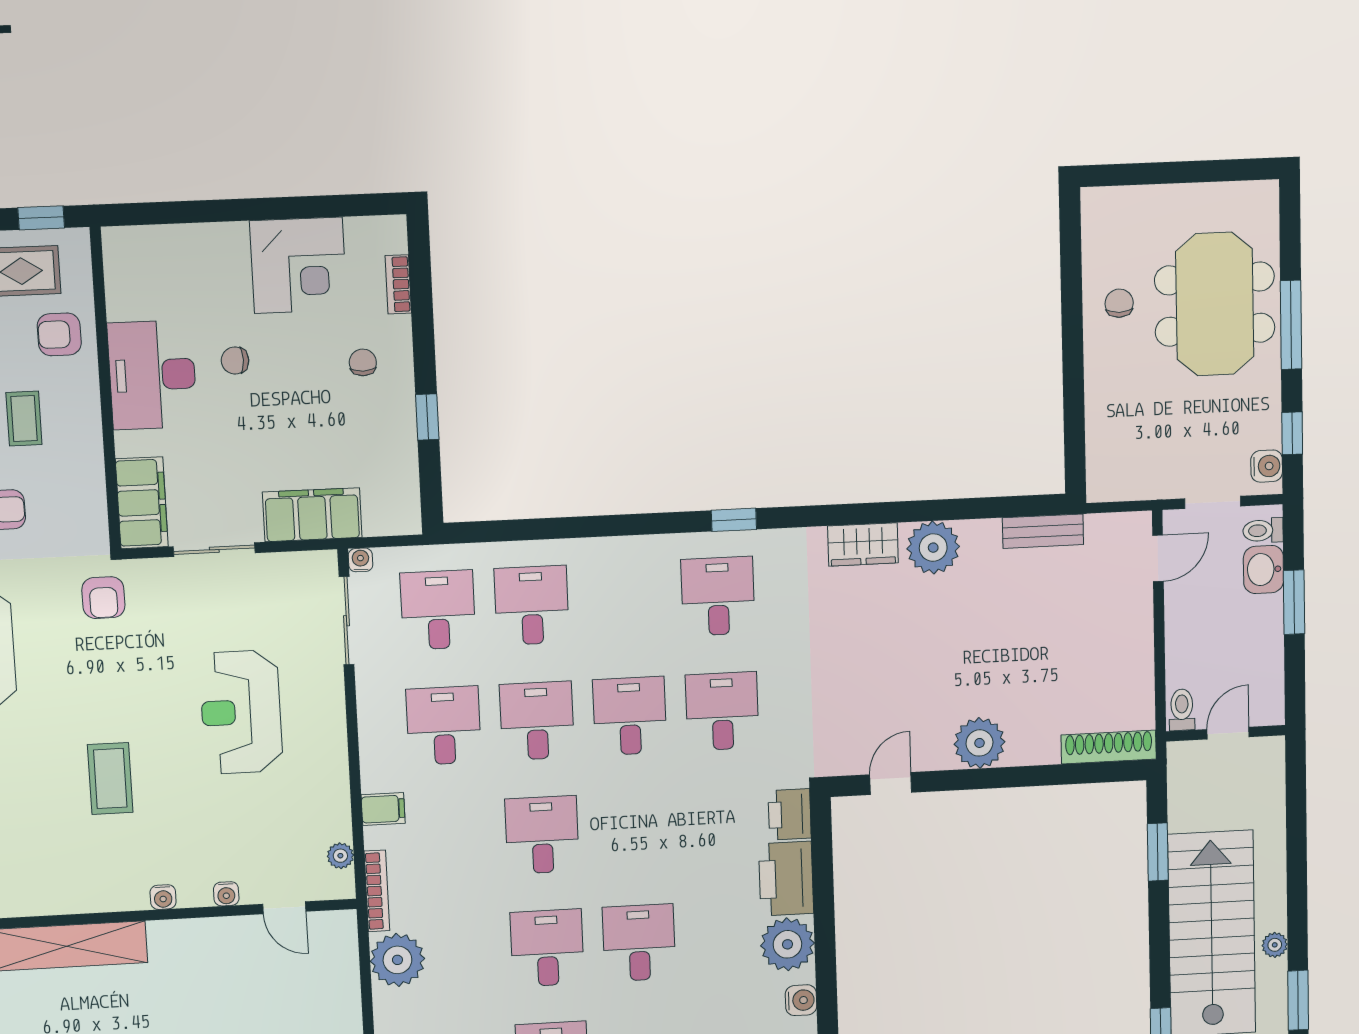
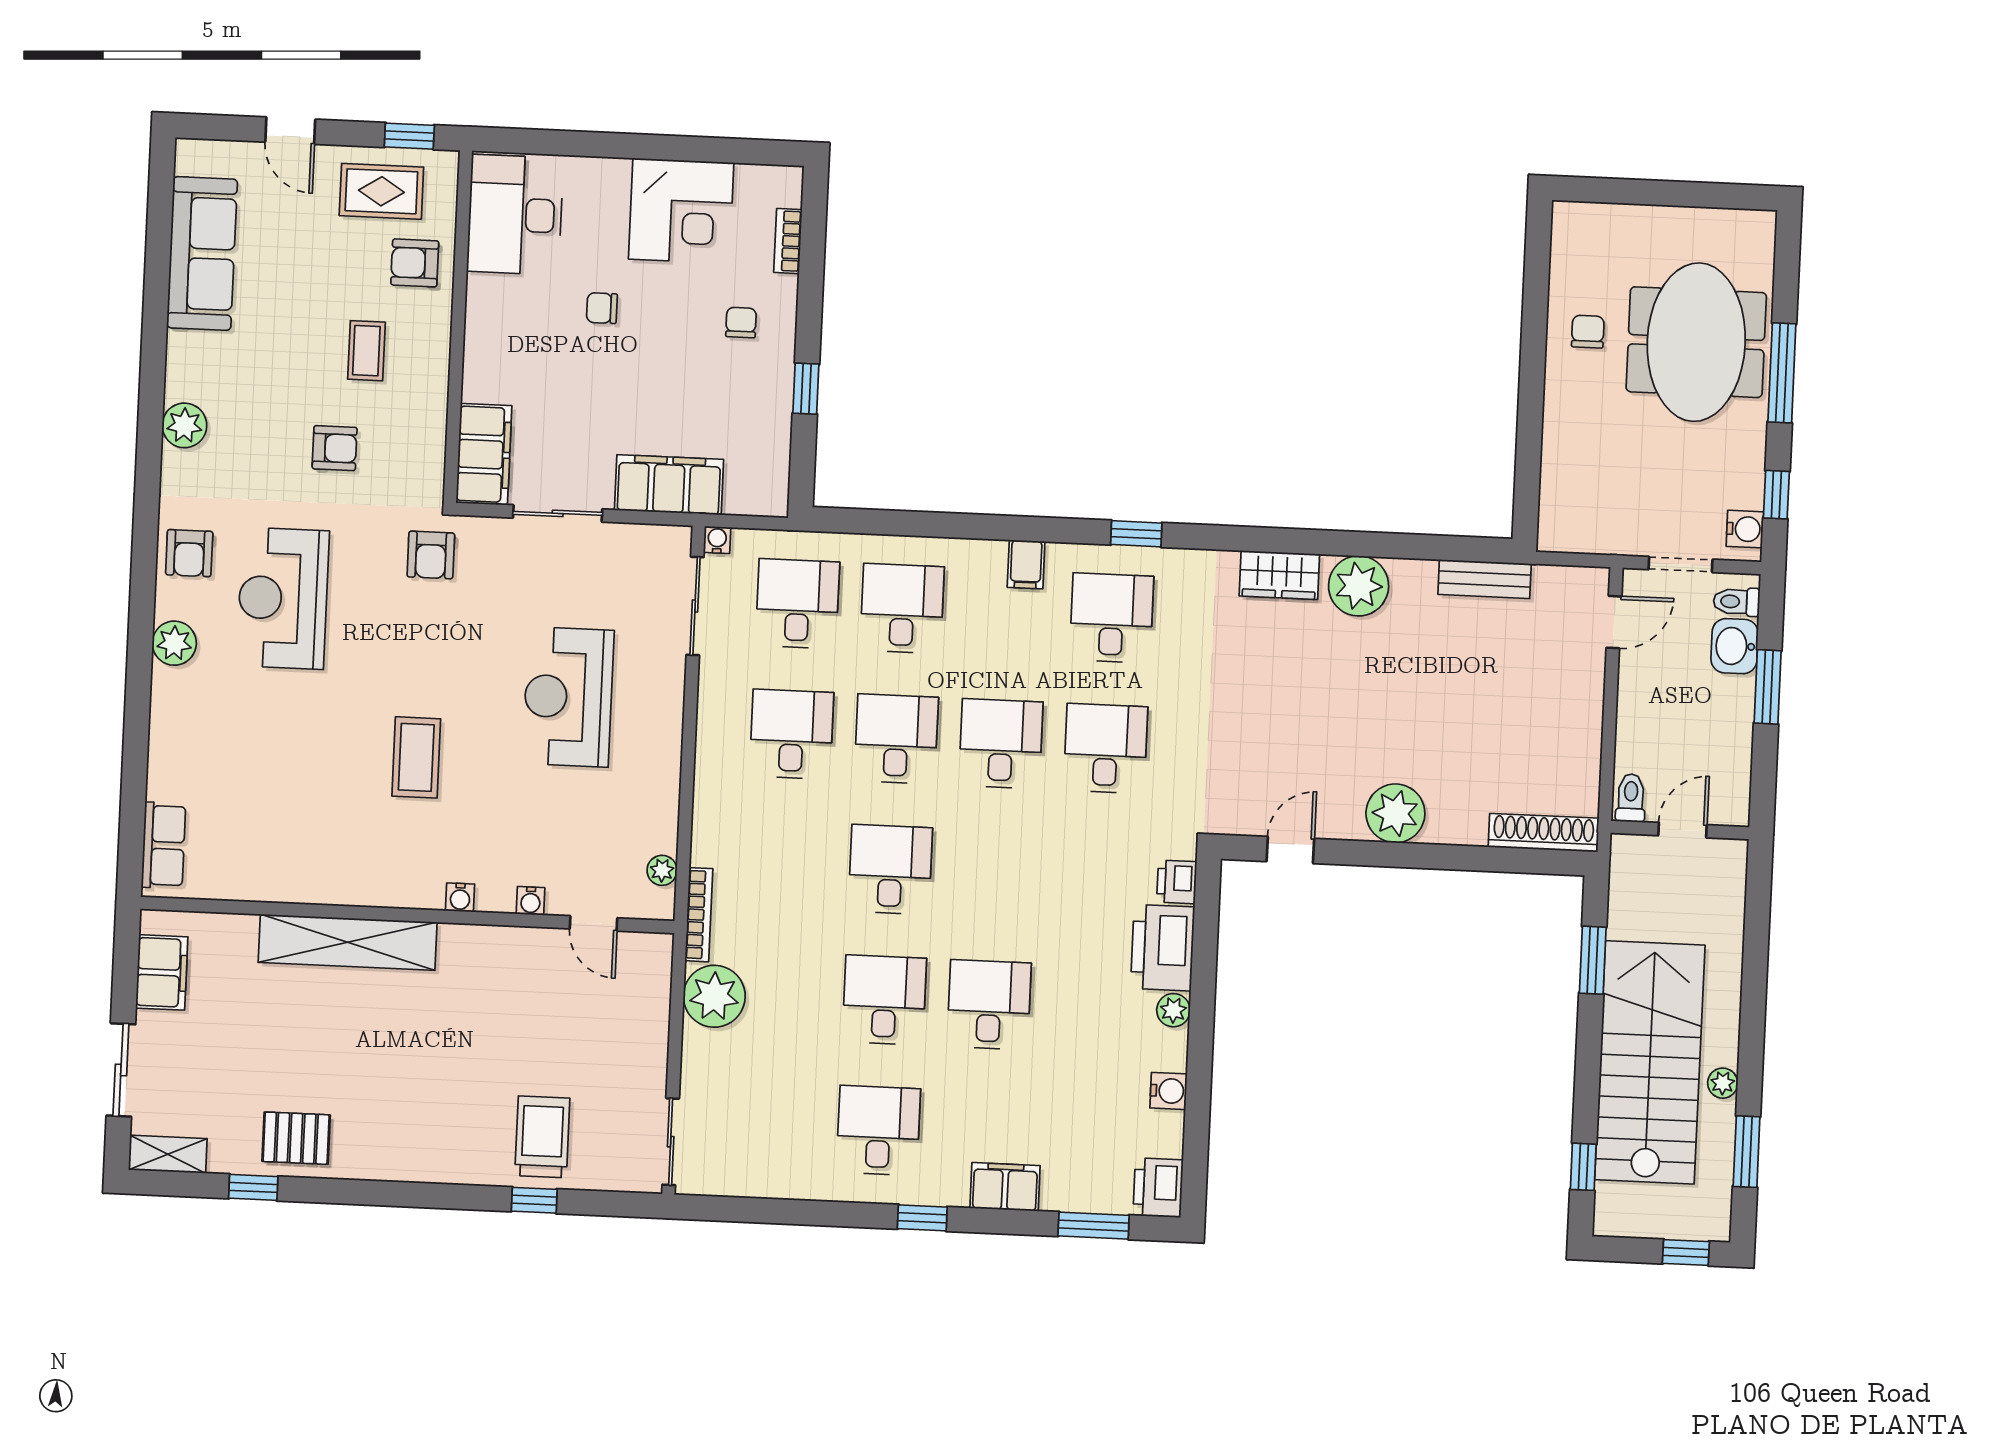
desk: (152, 375) -> (515, 215), moved
filing cabinet: (383, 809) -> (1026, 564), moved, turned 90
printer: (790, 814) -> (1177, 882), width x0.73, depth x0.81
plant: (787, 944) -> (1173, 1010), width x0.53, depth x0.53

